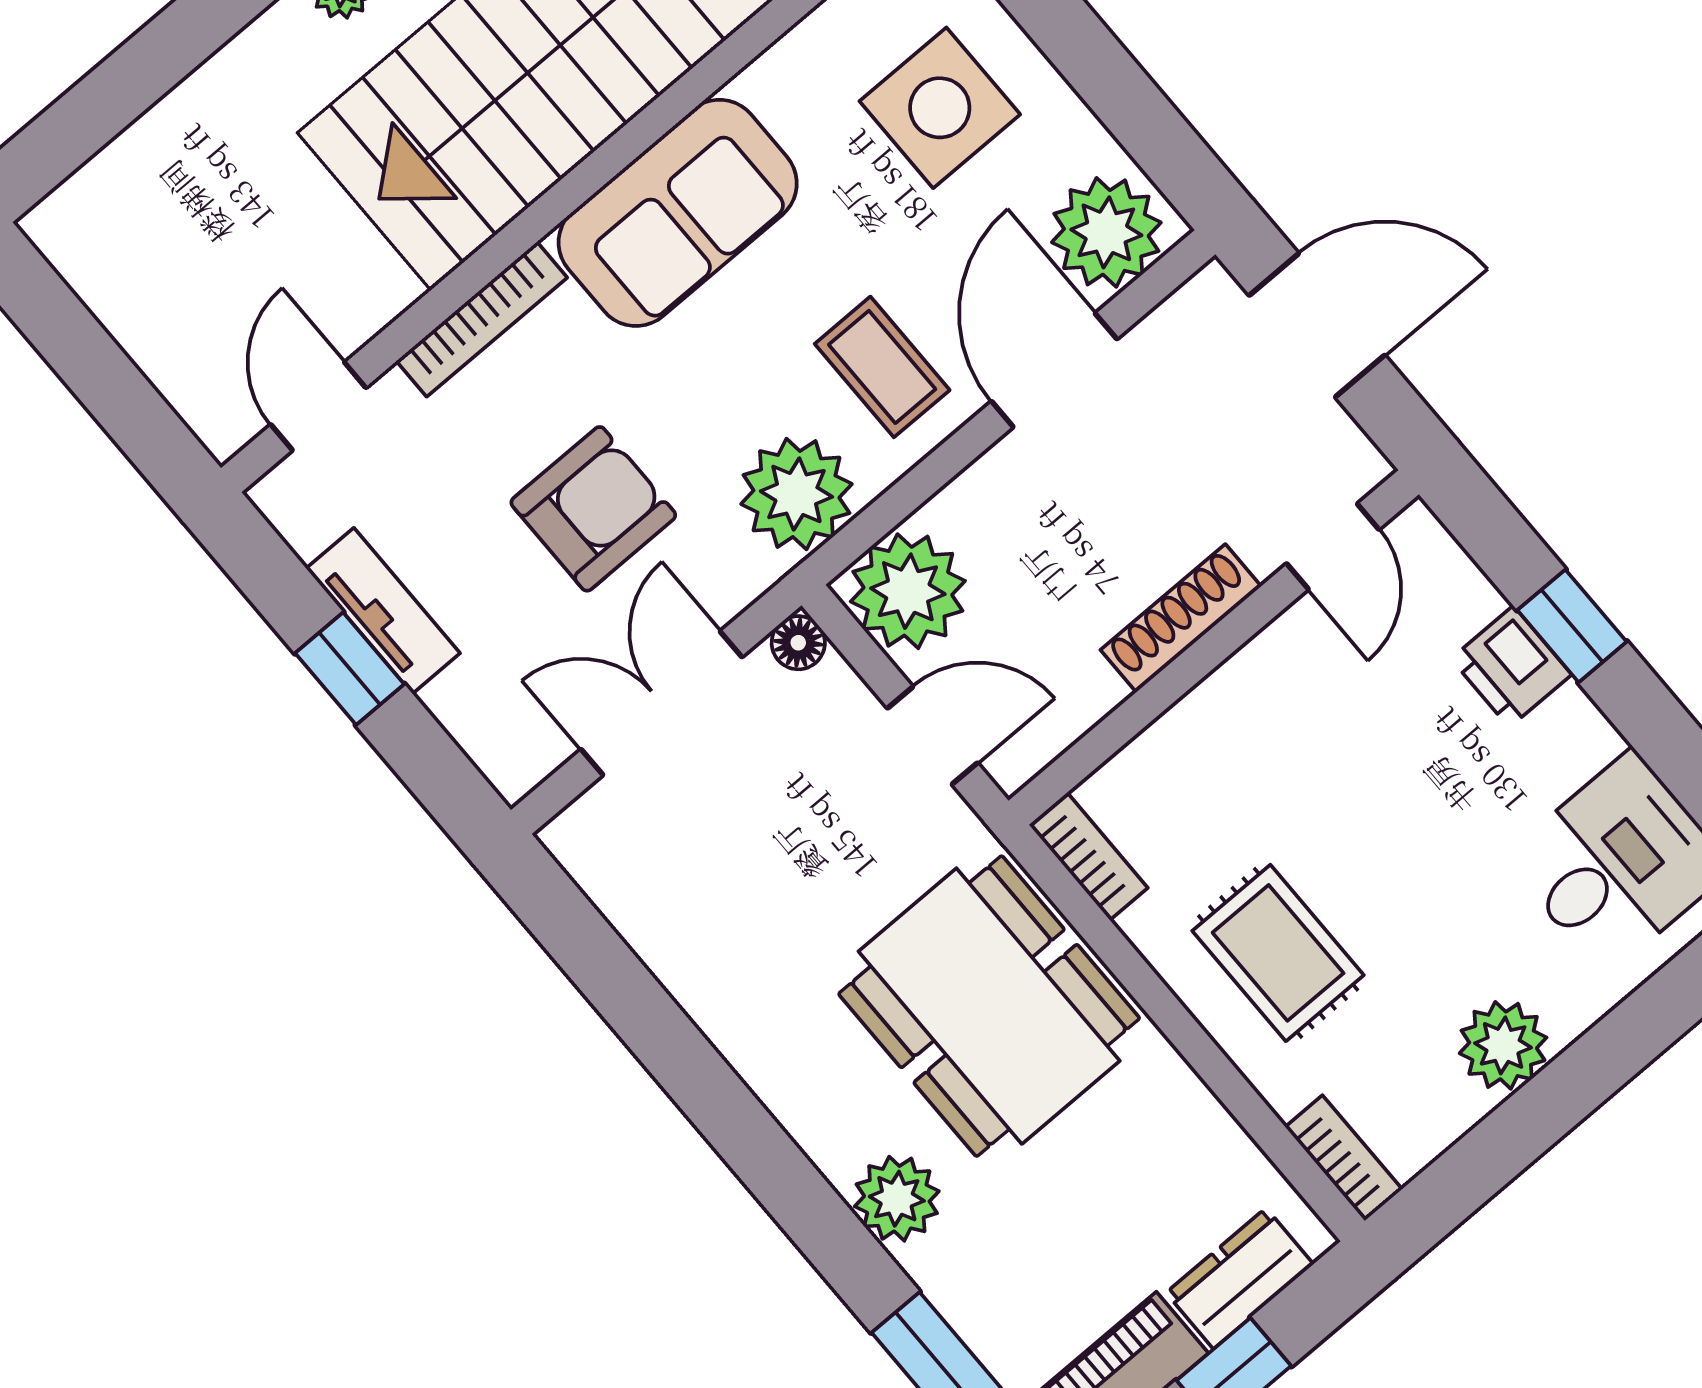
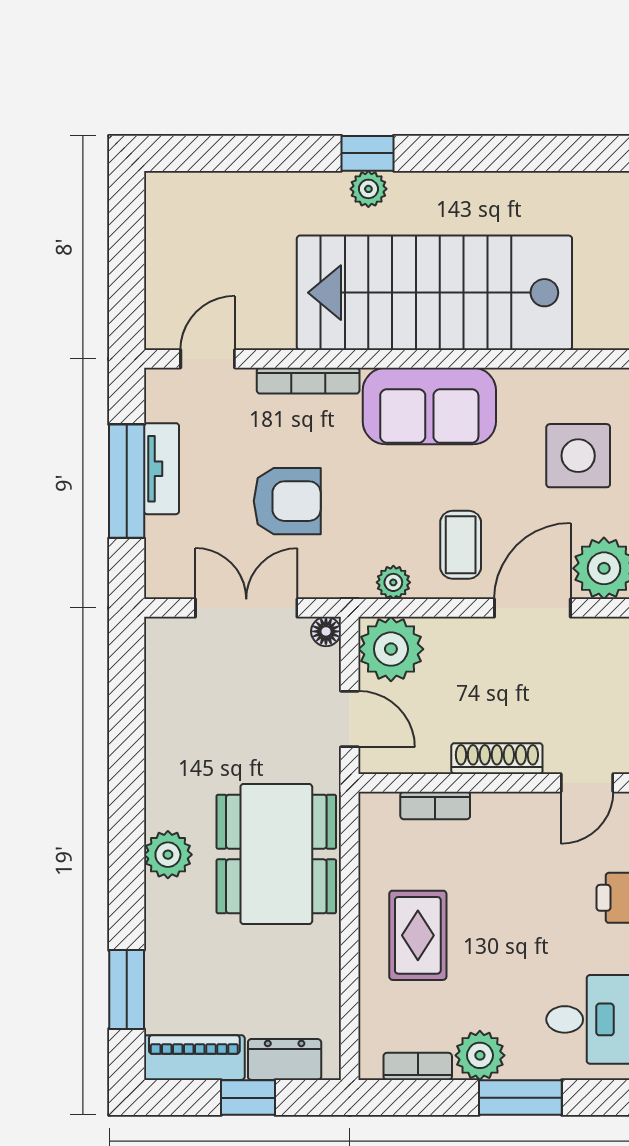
plant: (796, 494) -> (393, 582), width x0.53, depth x0.53
window: (350, 669) -> (127, 481), width x2.17
bookcase: (1088, 856) -> (435, 805), moved, turned 90
window: (1608, 1056) -> (520, 1098), added
bookcase: (1343, 1158) -> (418, 1066), moved, turned -90
plant: (897, 1199) -> (168, 855), moved

